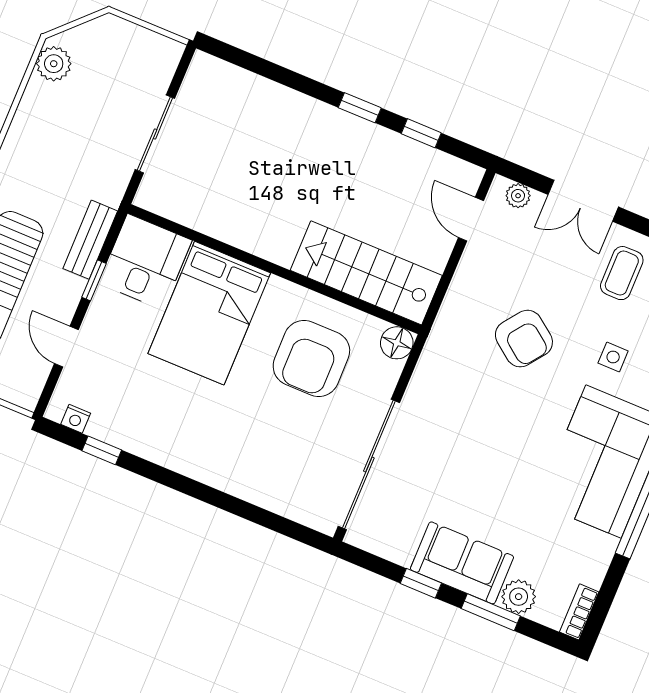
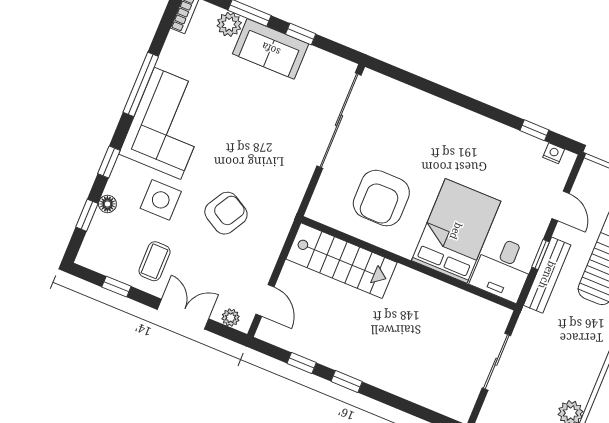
bench: (90, 240) -> (547, 275), width x1.36
armchair: (524, 339) -> (226, 213), turned 83
floor lamp: (397, 343) -> (319, 210), removed
side table: (613, 357) -> (161, 200), width x1.87, depth x1.87
armchair: (311, 358) -> (381, 198), turned 180

